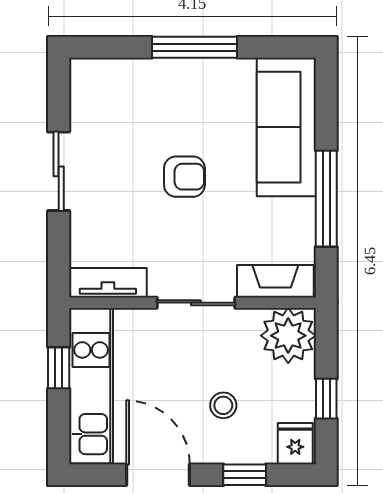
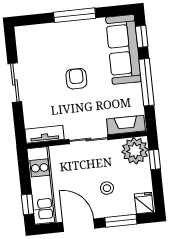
window: (326, 105) -> (142, 36), added
armchair: (184, 177) -> (76, 79), turned -90
window: (59, 368) -> (28, 204), moved
window: (326, 399) -> (155, 160), moved
window: (245, 475) -> (121, 221), width x1.50

